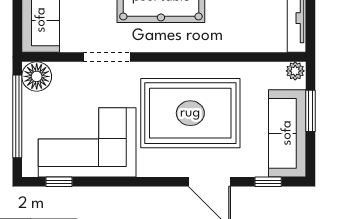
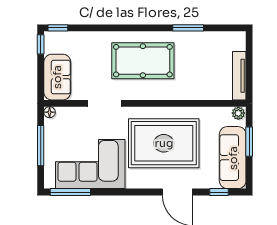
floor lamp: (37, 76) -> (50, 112), width x0.53, depth x0.53
window: (17, 116) -> (41, 146), width x0.68
window: (59, 182) -> (70, 192), width x2.17

